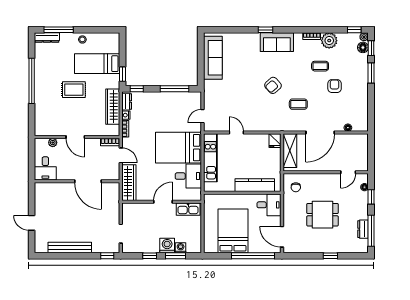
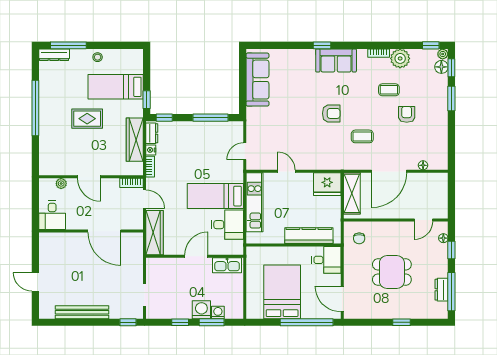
armchair: (273, 85) -> (331, 113), turned -138
fridge: (275, 141) -> (327, 184), width x1.88, depth x1.34
bed: (178, 148) -> (215, 196), width x0.67

